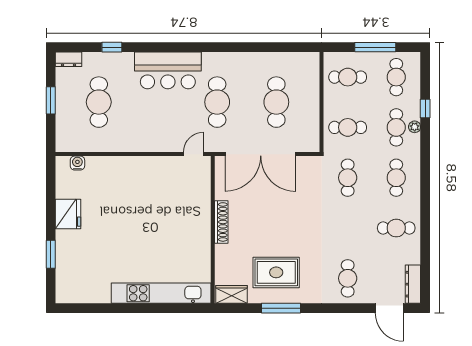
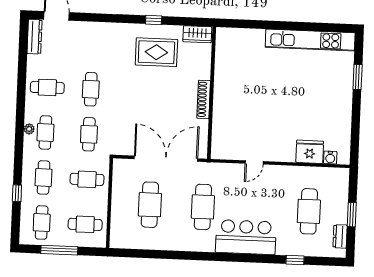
dresser: (69, 59) -> (340, 236), moved, turned -90
plant: (415, 127) -> (29, 129), moved
door: (194, 154) -> (254, 162), moved
fridge: (68, 214) -> (310, 152), moved, turned 90
cafe table: (348, 278) -> (91, 89), moved
kitchen unit: (161, 293) -> (310, 40), moved
window: (281, 308) -> (154, 20), width x0.46

